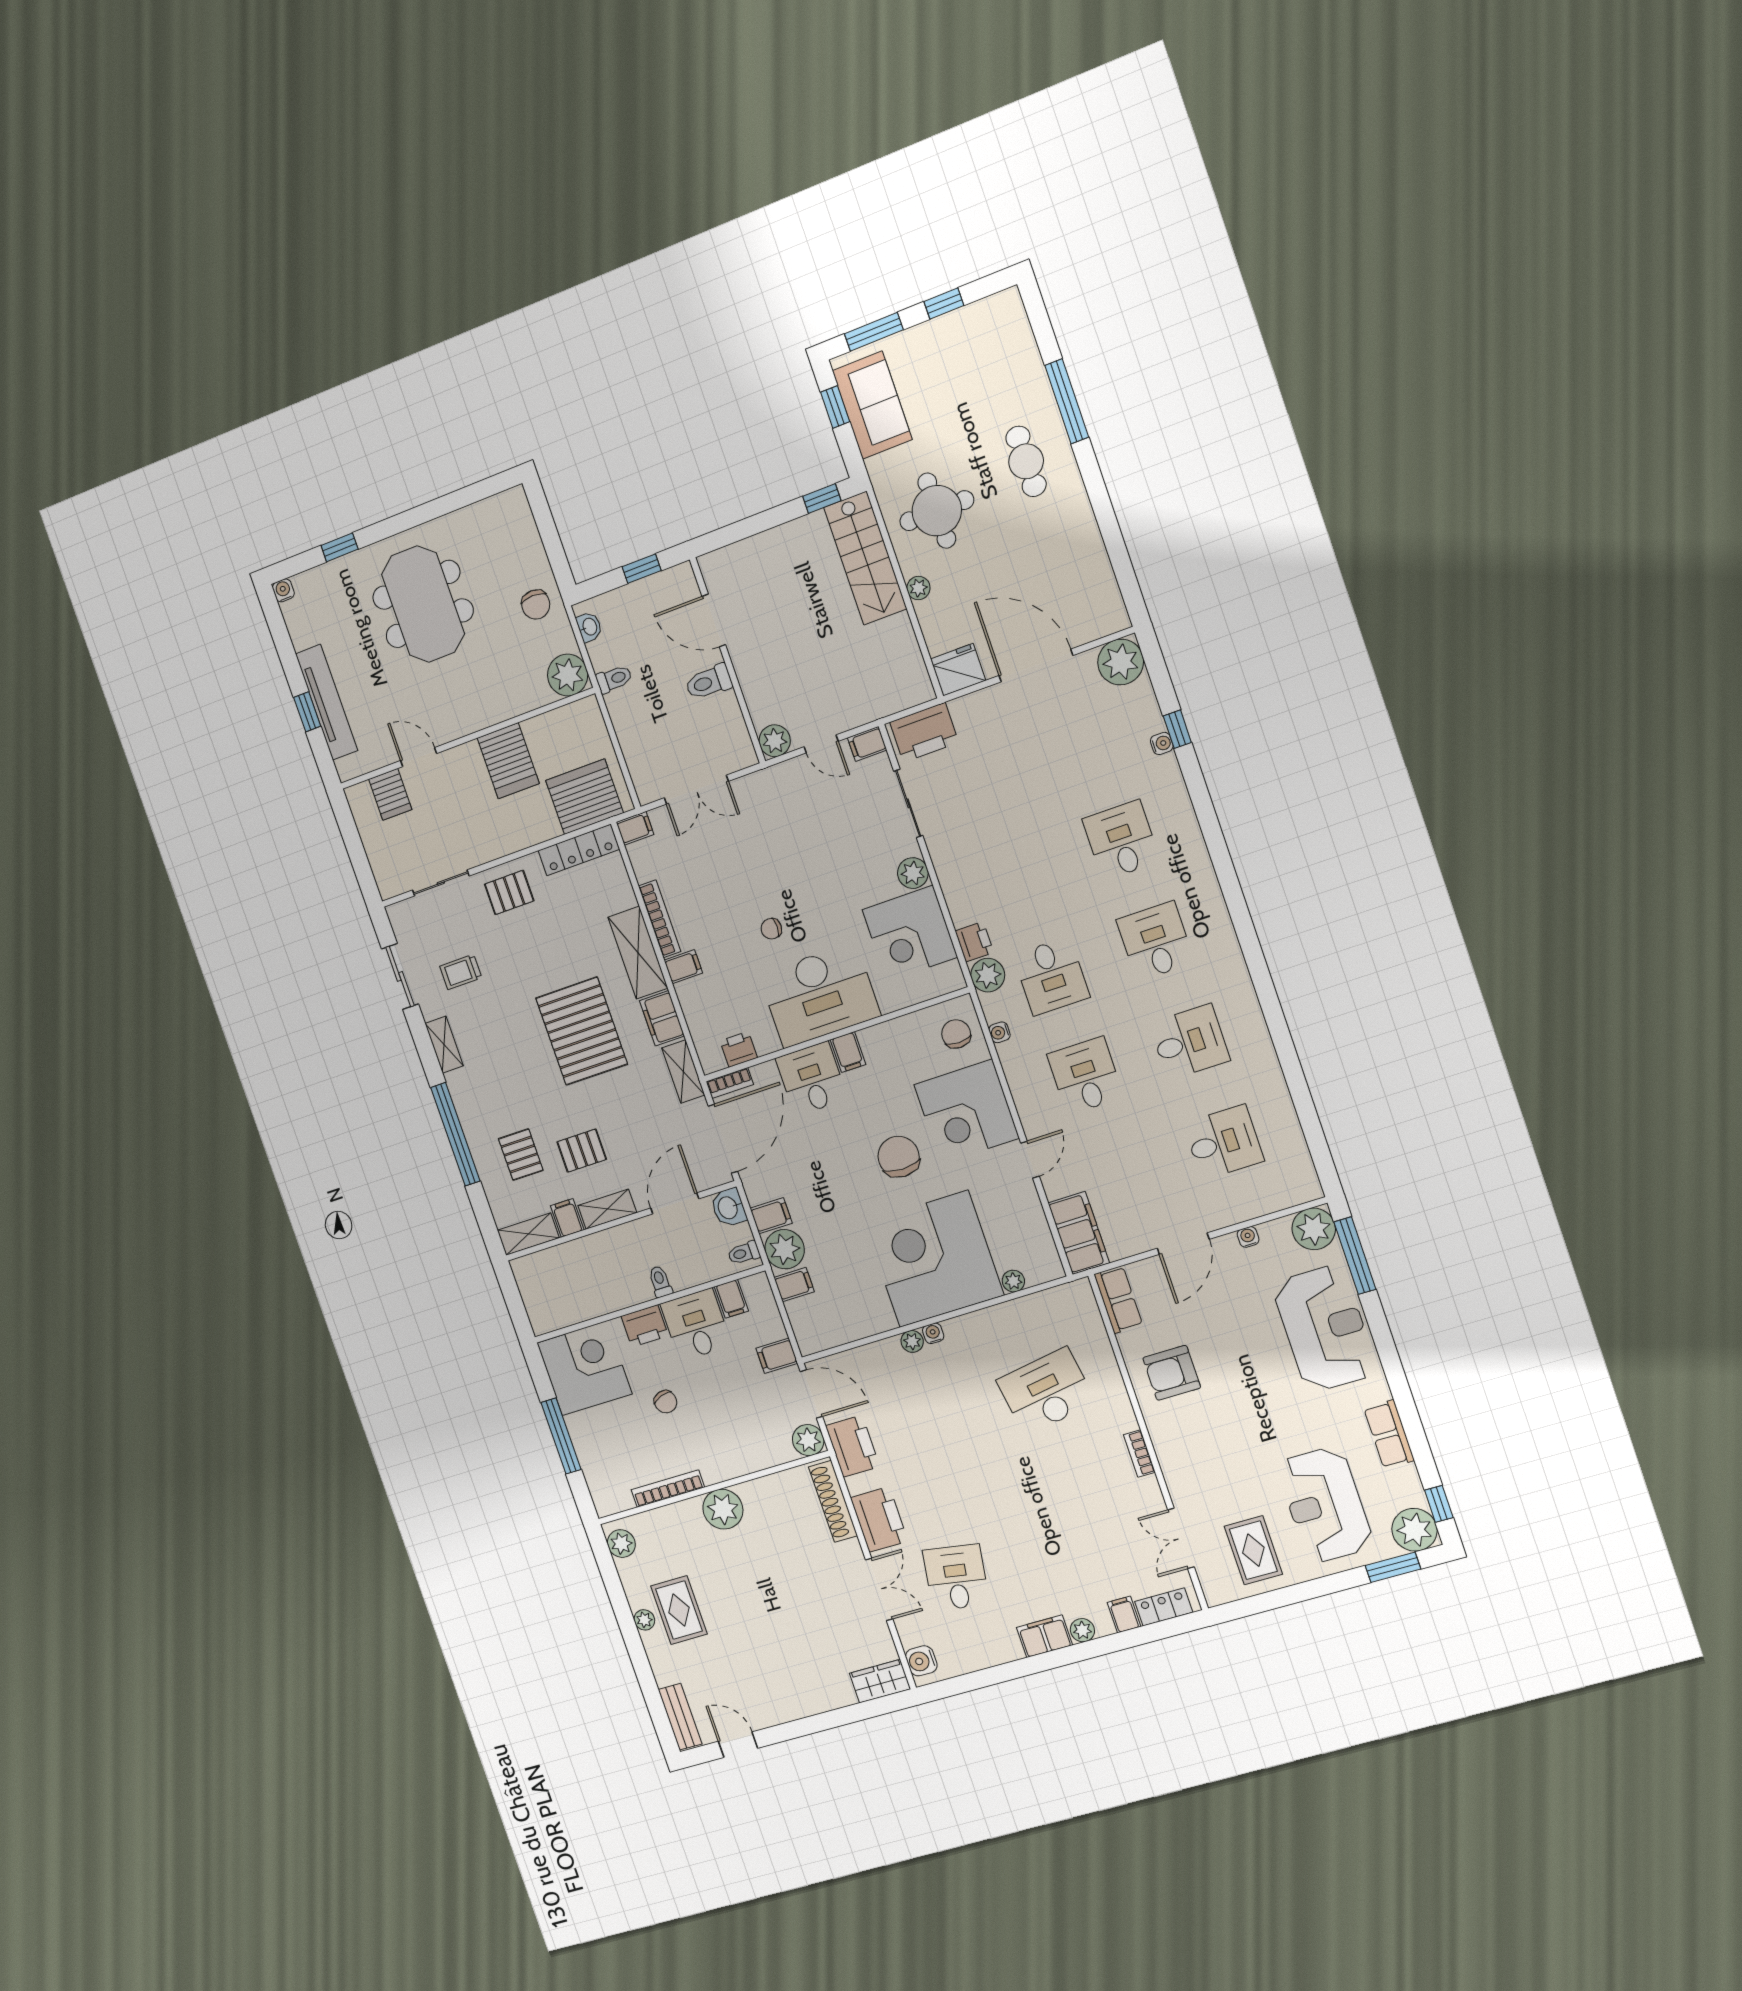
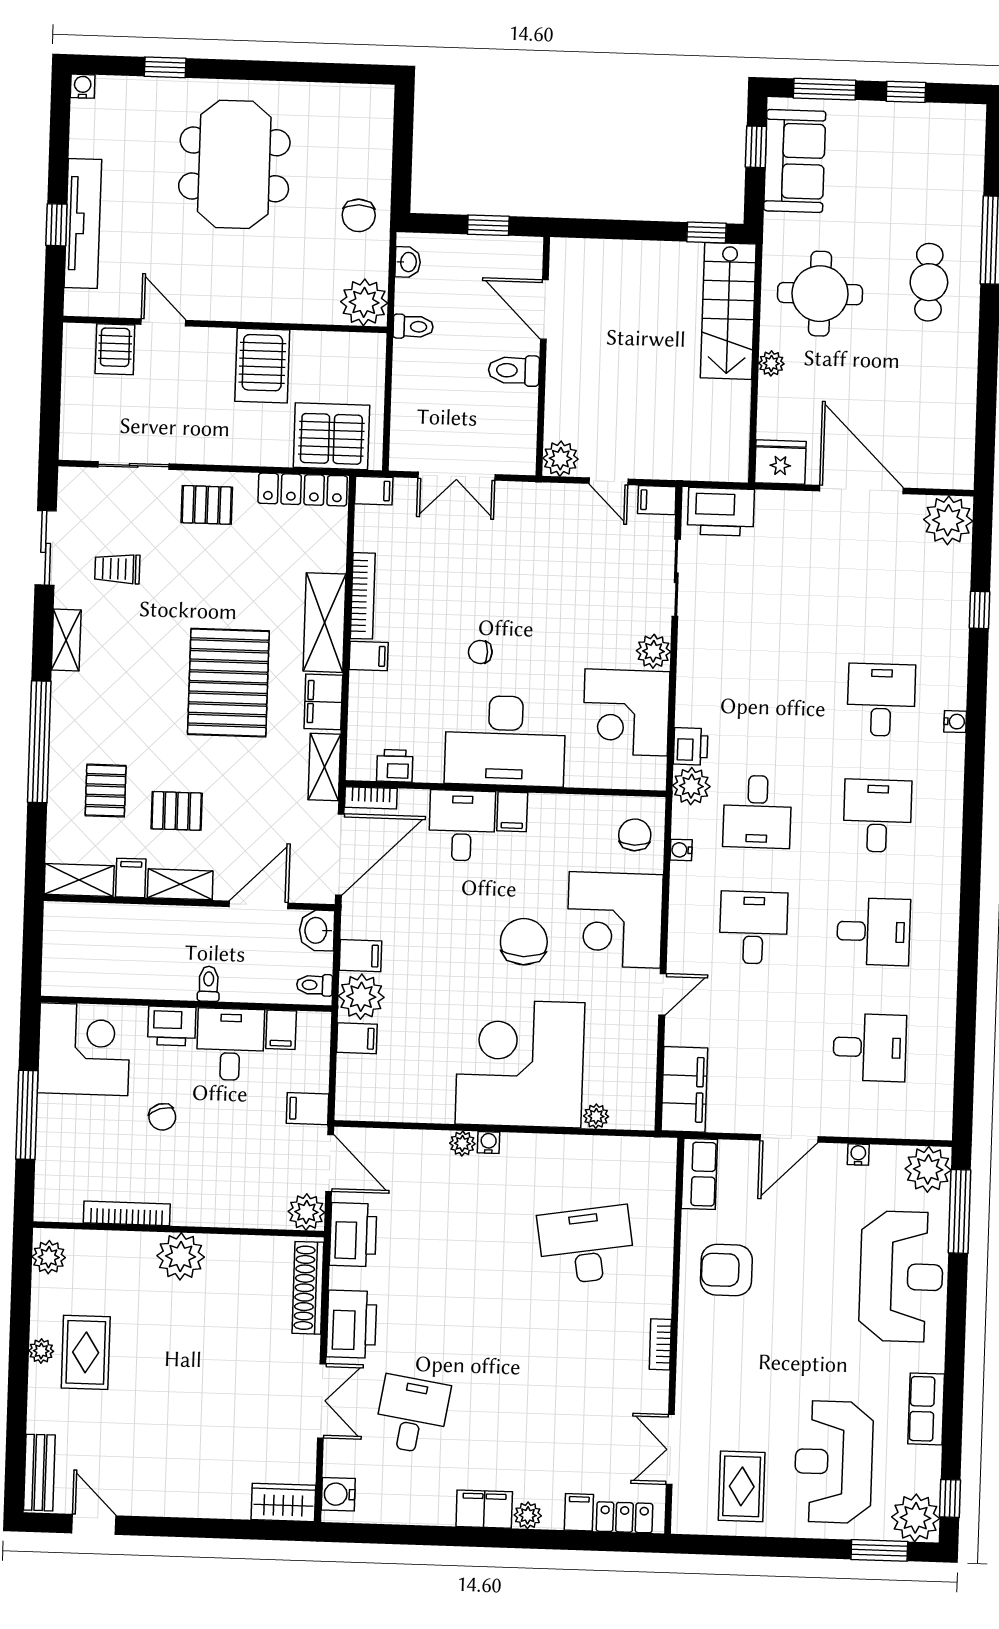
water cooler: (1162, 744) -> (955, 722), moved

